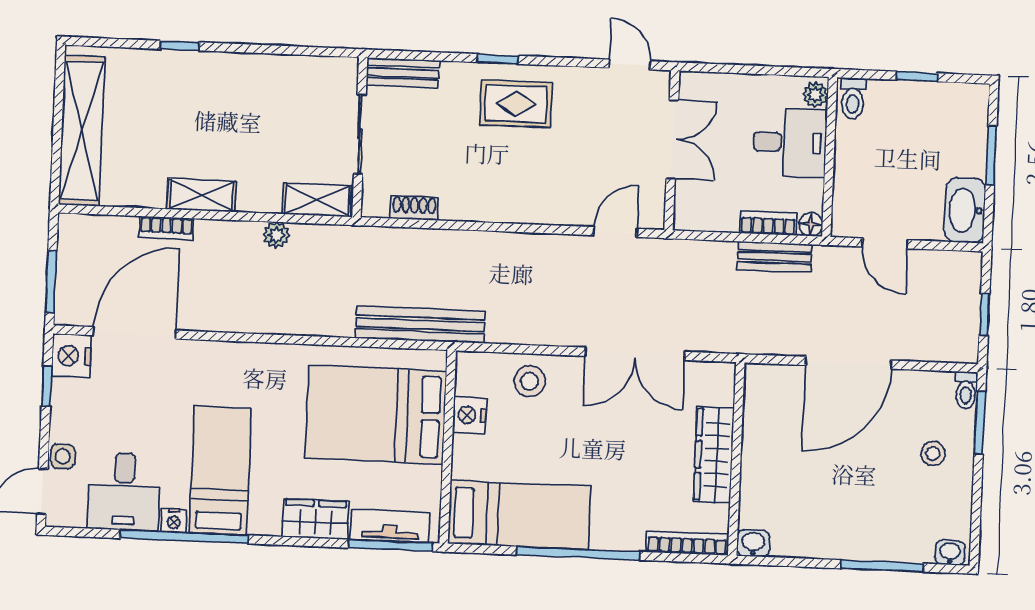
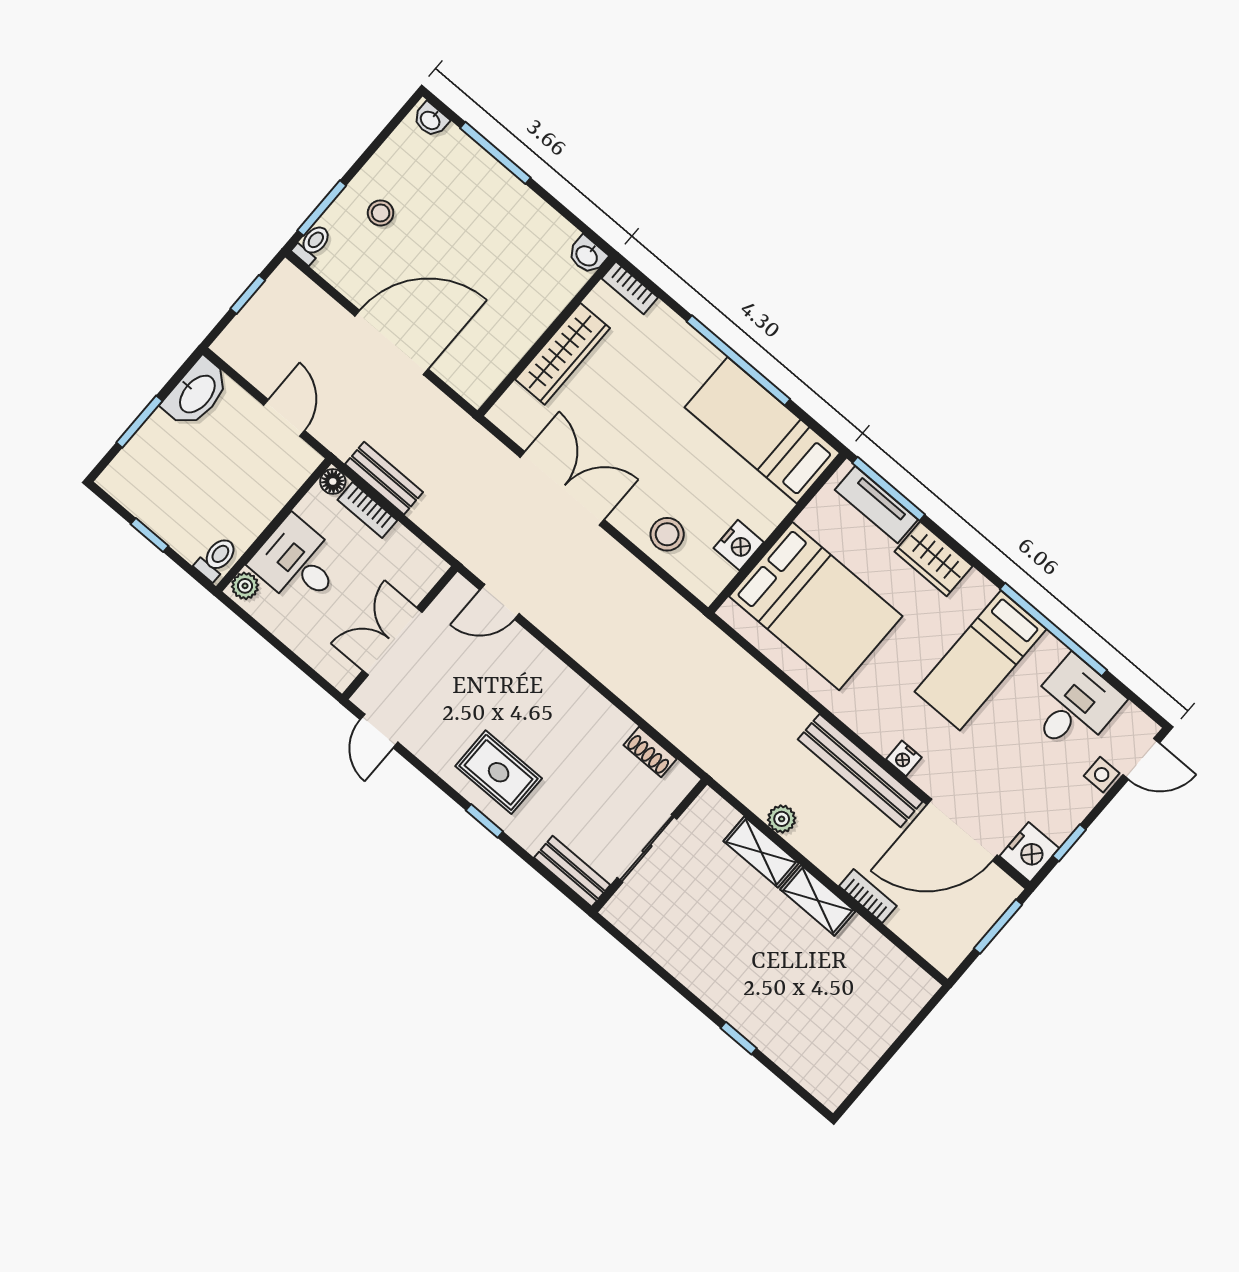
shelving: (82, 131) -> (875, 1031), removed
shelving: (317, 200) -> (761, 852), moved
bench: (420, 325) -> (860, 771), moved
nightstand: (174, 520) -> (904, 758), moved, turned 180
bookcase: (687, 543) -> (630, 288), width x0.64

